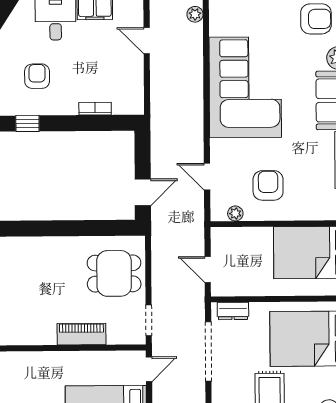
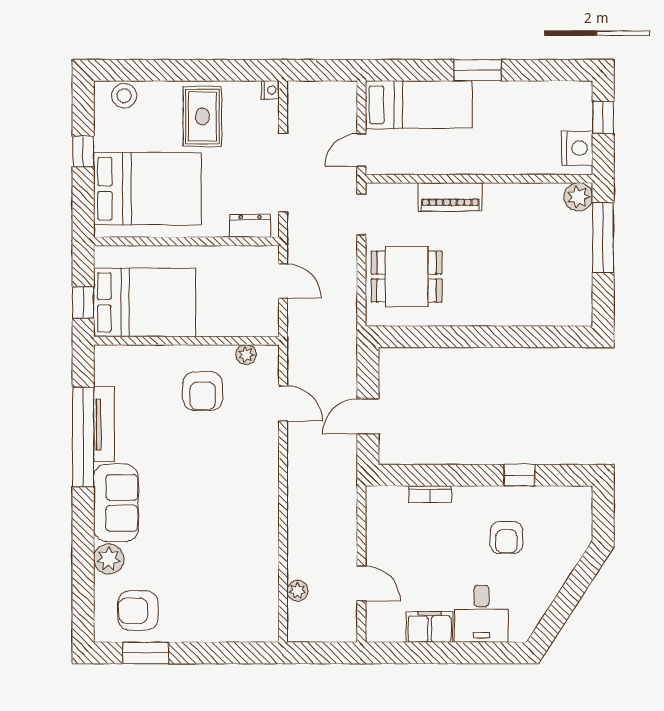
plant: (195, 14) -> (297, 591), moved
corner sofa: (245, 87) -> (232, 521), removed
door: (143, 192) -> (368, 416), moved

